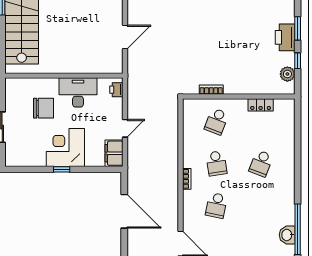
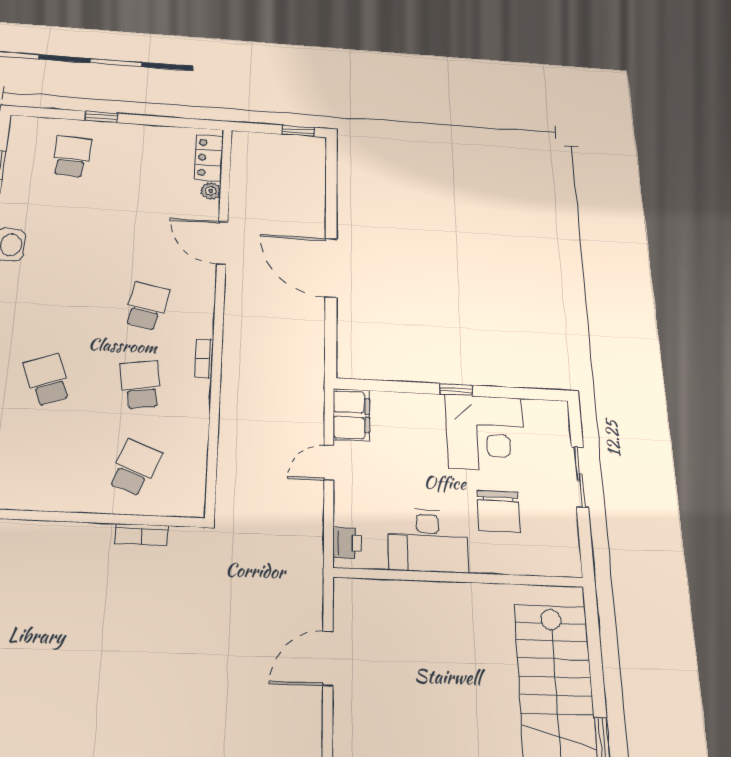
locker: (261, 105) -> (35, 498), removed
chair: (43, 108) -> (498, 511), turned -90
corner desk: (65, 147) -> (485, 433), moved
school desk: (261, 163) -> (47, 380), turned -42
door: (124, 211) -> (331, 268), moved

